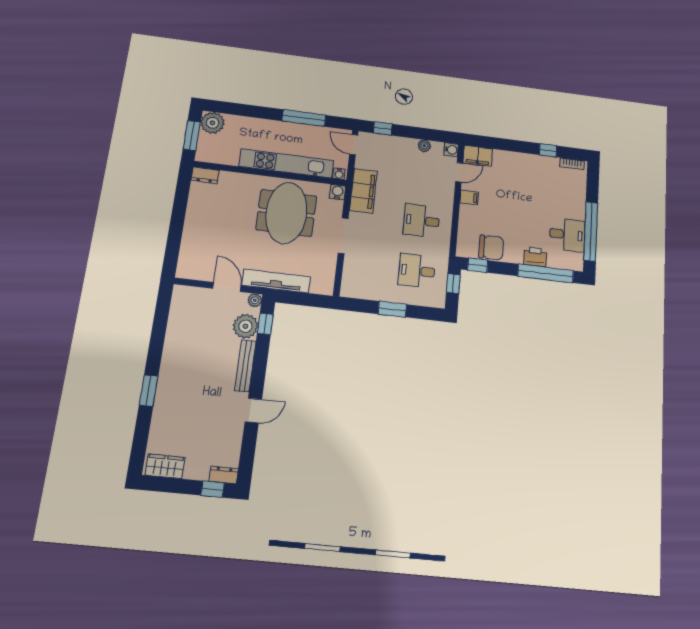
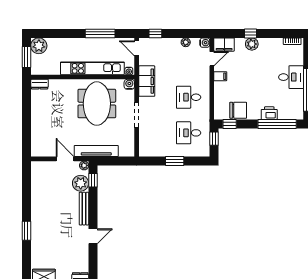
window: (548, 150) -> (251, 33), moved
plant: (516, 160) -> (252, 44), added
desk: (567, 235) -> (291, 77), moved

